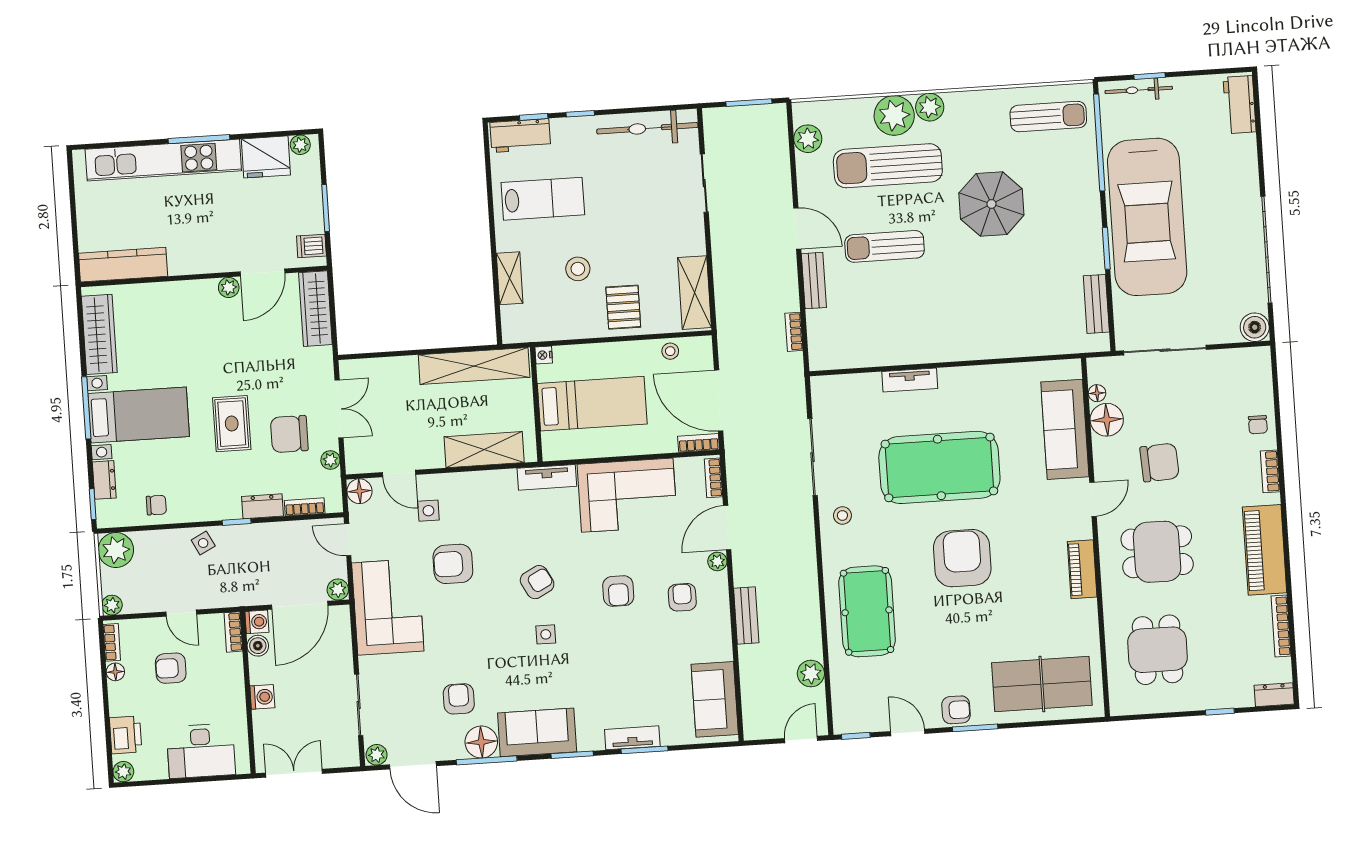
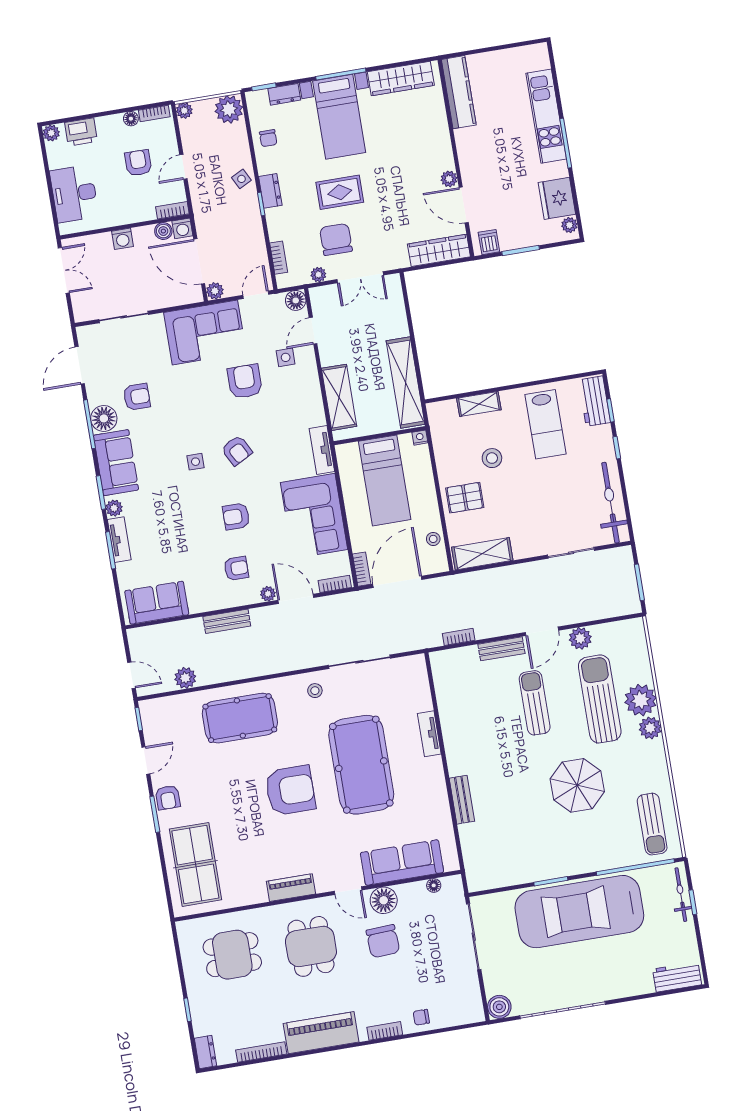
plant: (808, 139) -> (580, 638), moved
kitchen unit: (163, 160) -> (546, 116), width x0.73
bench: (1096, 304) -> (462, 800), moved, turned 90
floor lamp: (1107, 420) -> (384, 900), moved
dresser: (263, 506) -> (270, 191), moved
plant: (377, 755) -> (114, 508), moved

